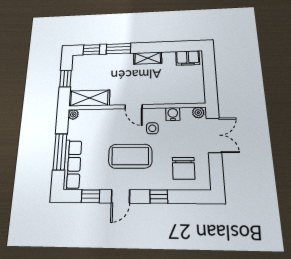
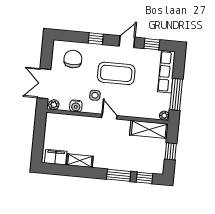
shelving: (148, 58) -> (80, 161), moved
window: (60, 152) -> (176, 94), moved

